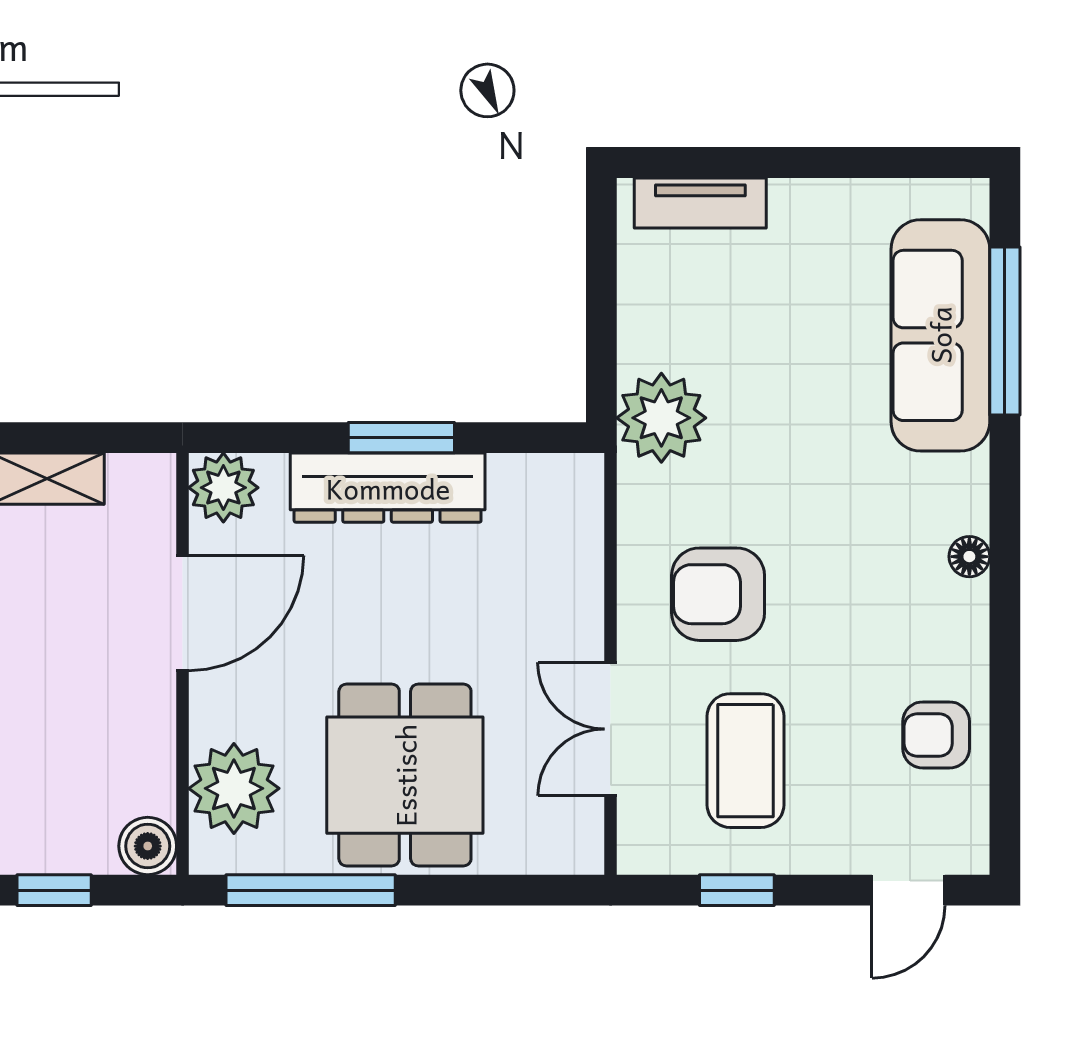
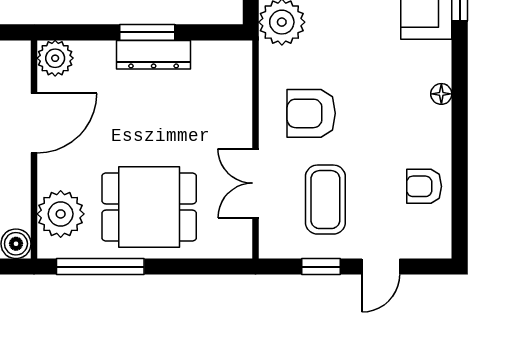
dresser: (388, 488) -> (154, 55), width x0.73, depth x0.80
dining table: (405, 775) -> (149, 207), turned 90
door: (908, 890) -> (381, 267), moved

